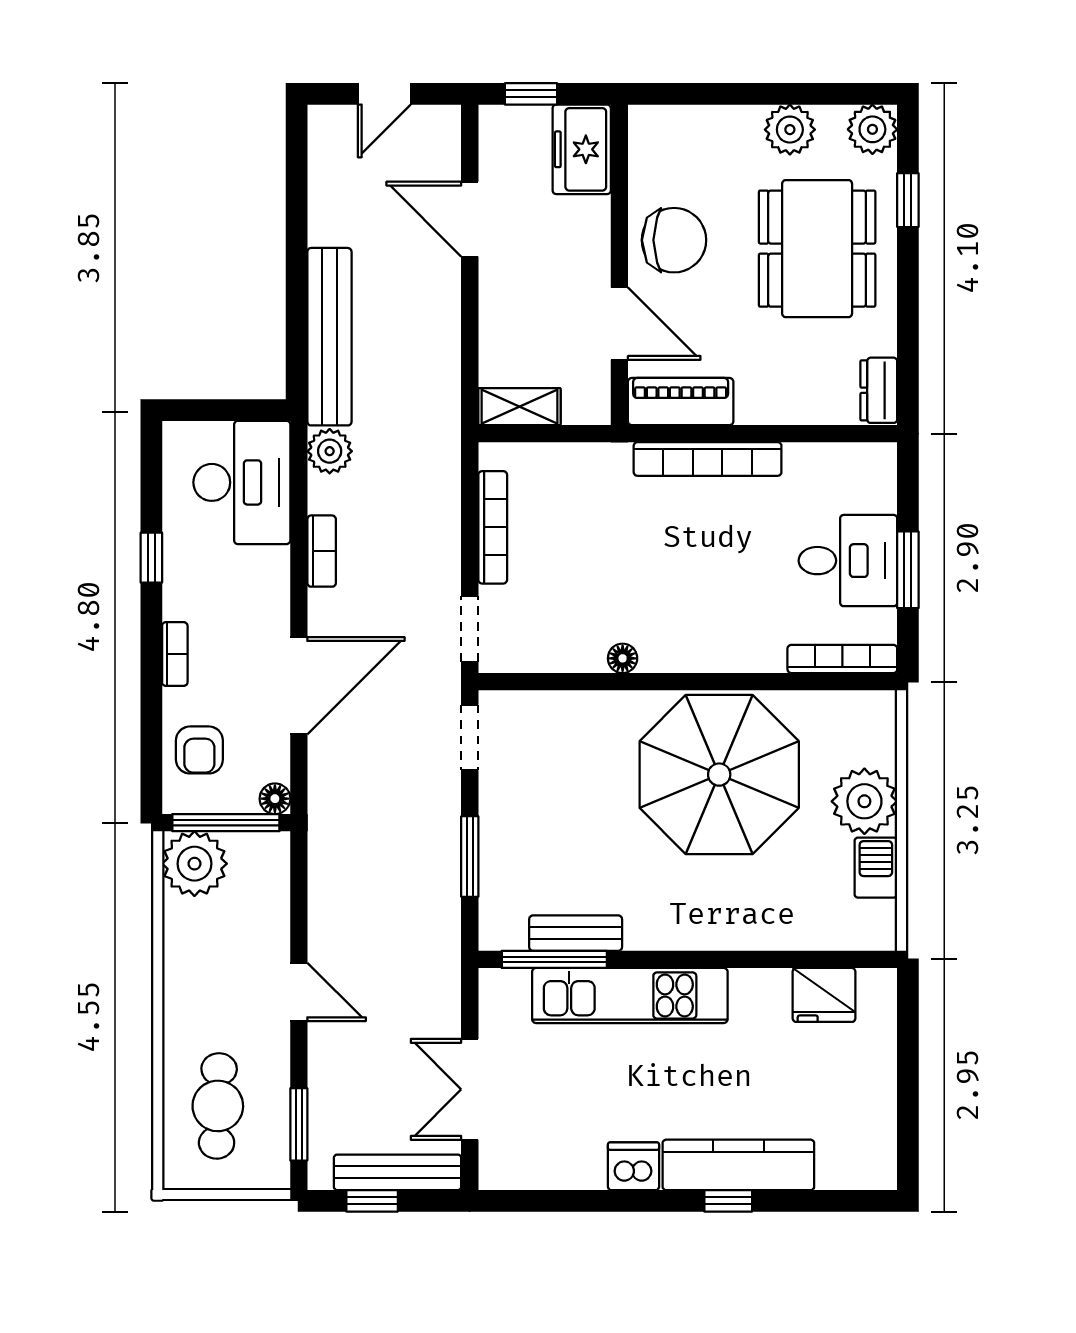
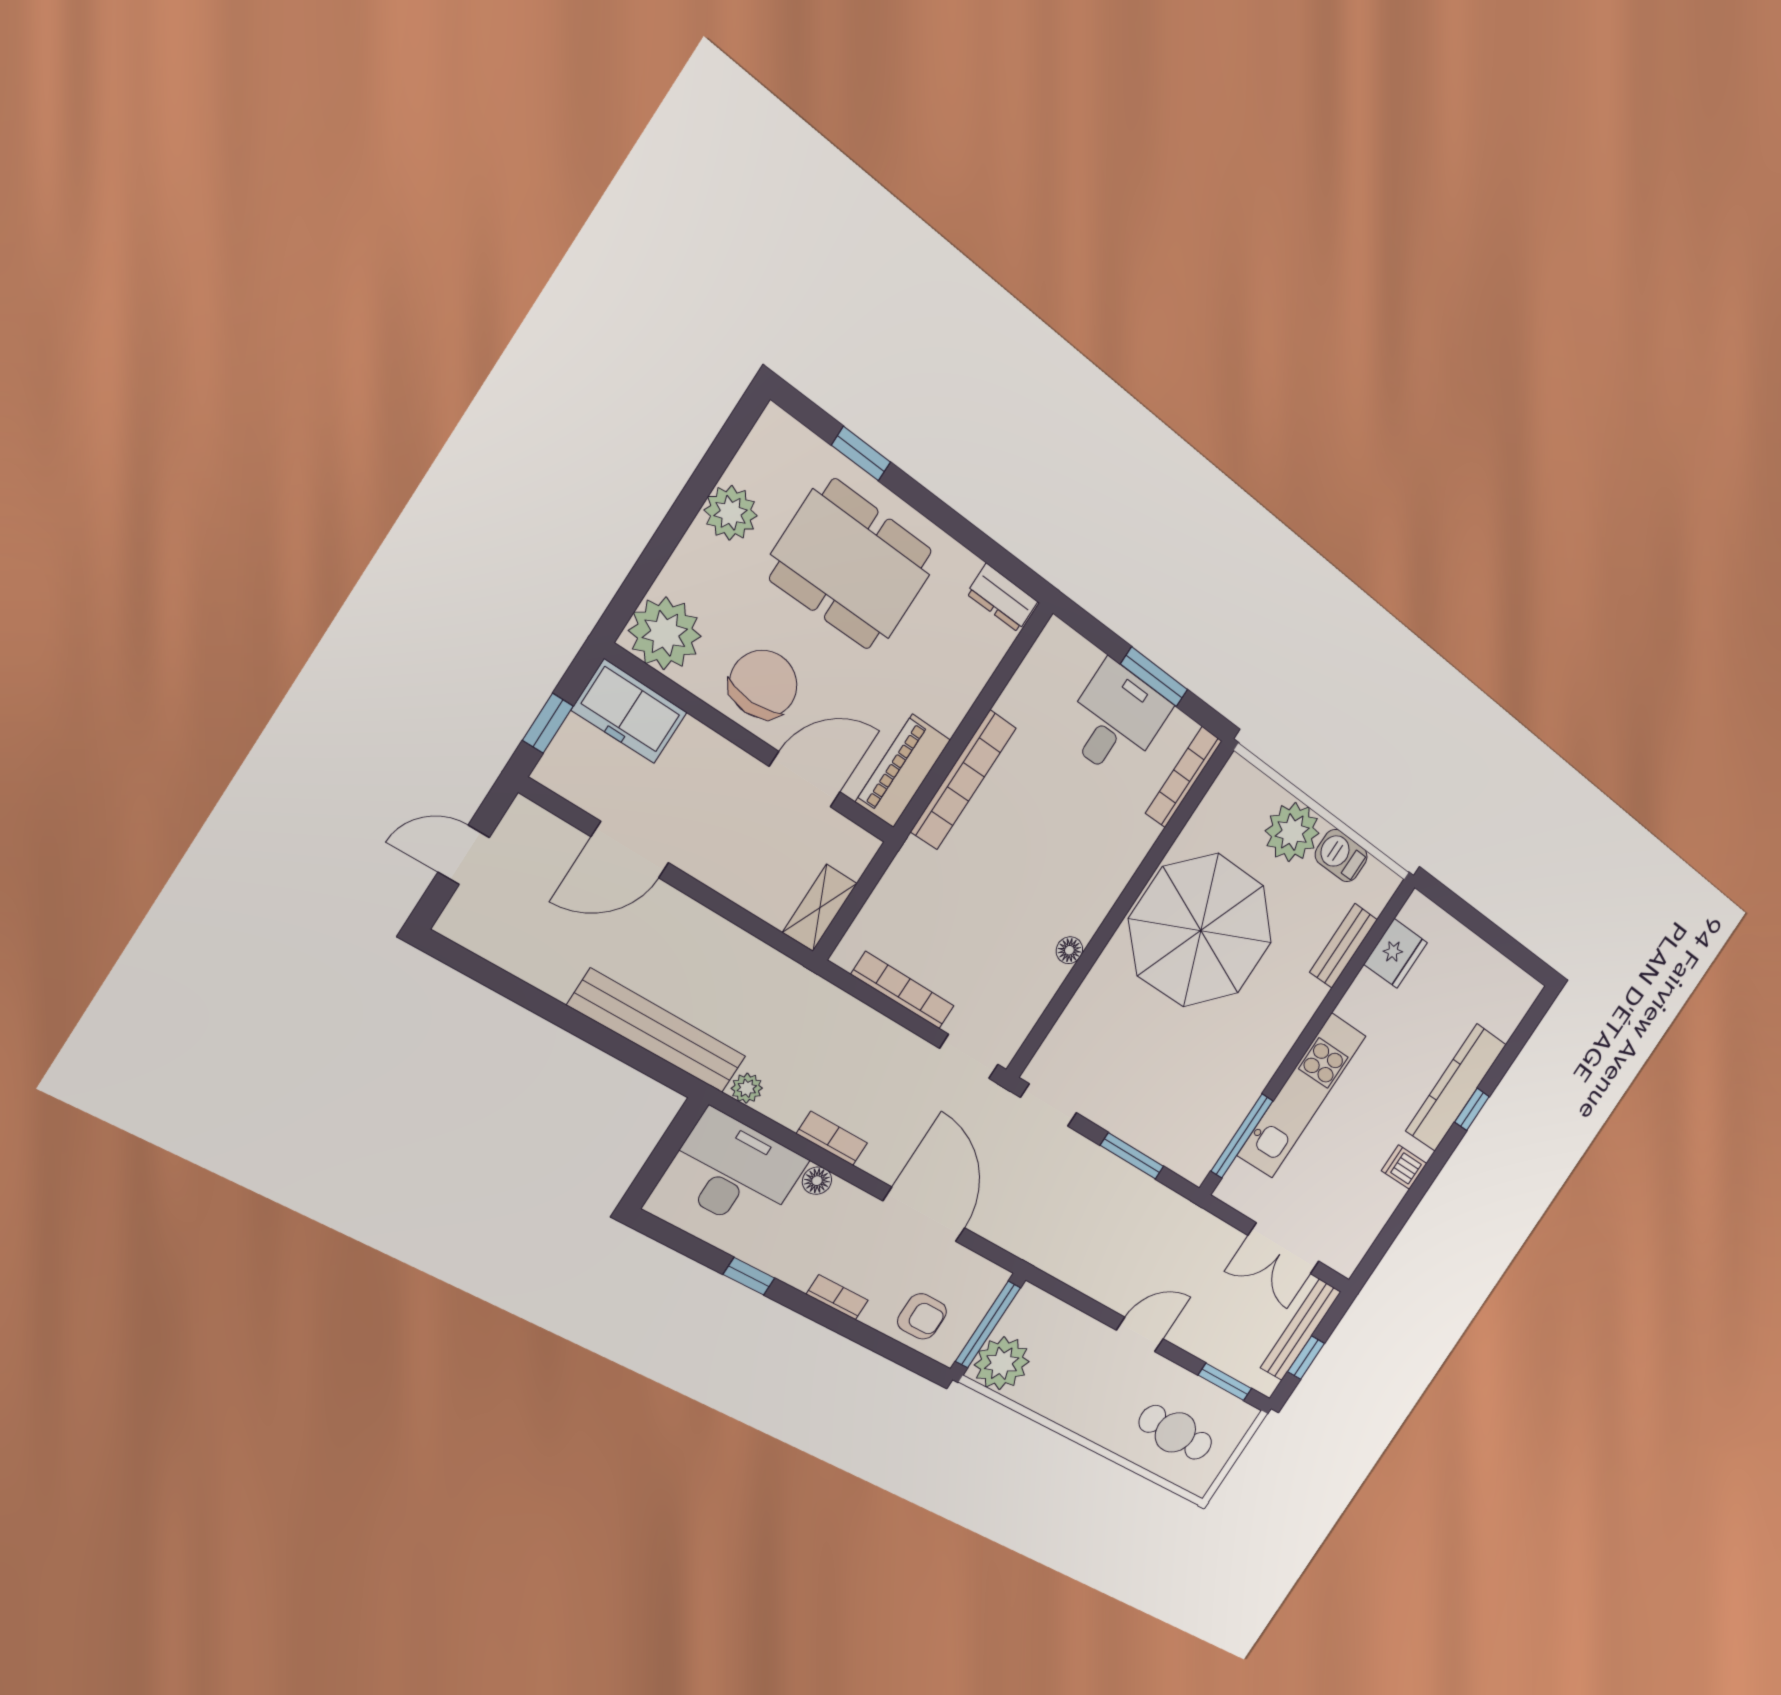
door: (384, 94) -> (464, 855), swing flipped
plant: (872, 129) -> (665, 633), moved, width x1.36, depth x1.36
plant: (330, 451) -> (747, 1088), width x0.73, depth x0.73
floor lamp: (275, 799) -> (817, 1181), moved
bench: (576, 933) -> (1344, 946), moved
dishwasher: (634, 1166) -> (1404, 1167), width x0.73

